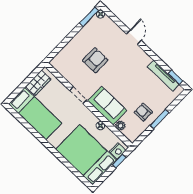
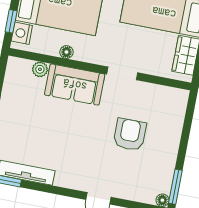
armchair: (95, 60) -> (130, 135), turned 180
armchair: (143, 112) -> (21, 107), removed

